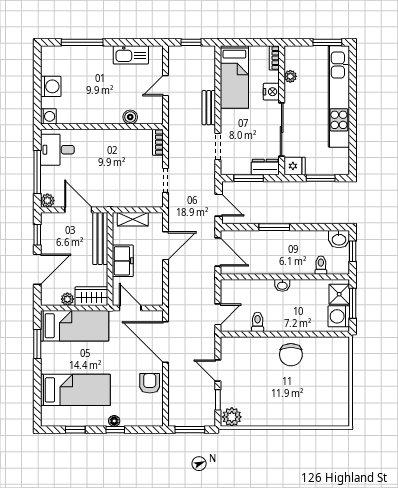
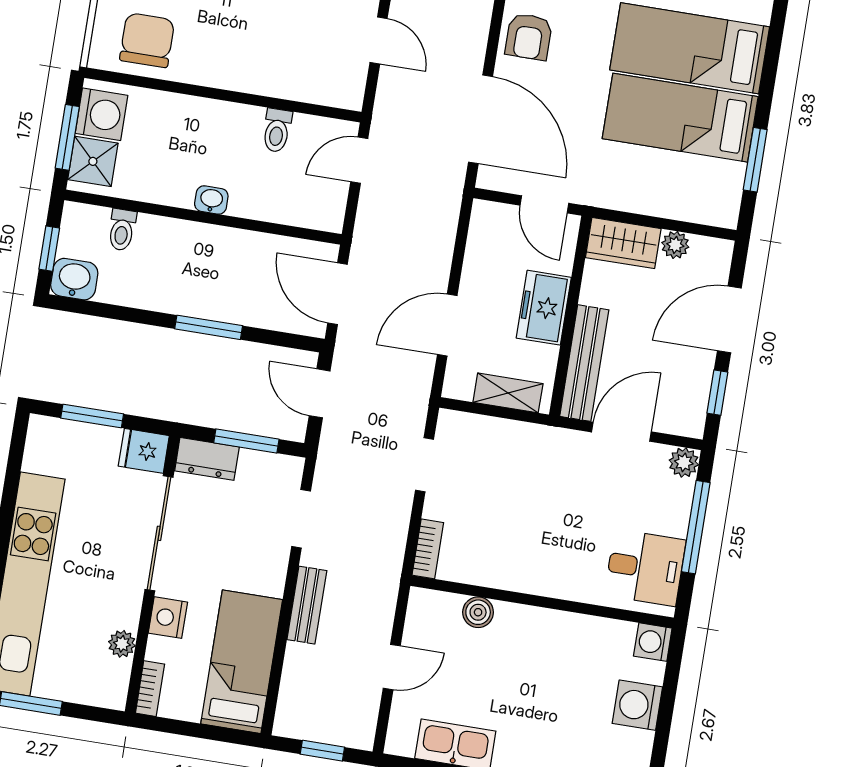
door: (78, 210) -> (621, 432), swing flipped
bed: (75, 326) -> (680, 118), moved
chair: (291, 355) -> (147, 40), moved

